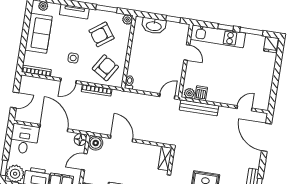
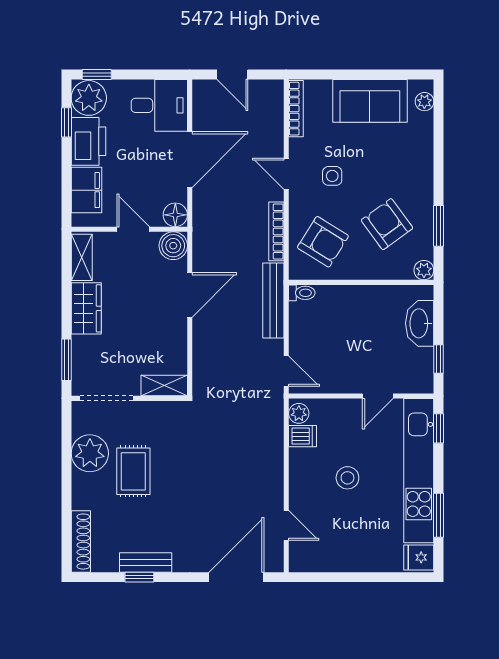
tv unit: (74, 12) -> (423, 164), removed
window: (226, 27) -> (439, 428), moved
kitchen unit: (218, 36) -> (419, 471), width x1.36
stool: (225, 74) -> (347, 478), added
bench: (199, 108) -> (273, 301), moved

